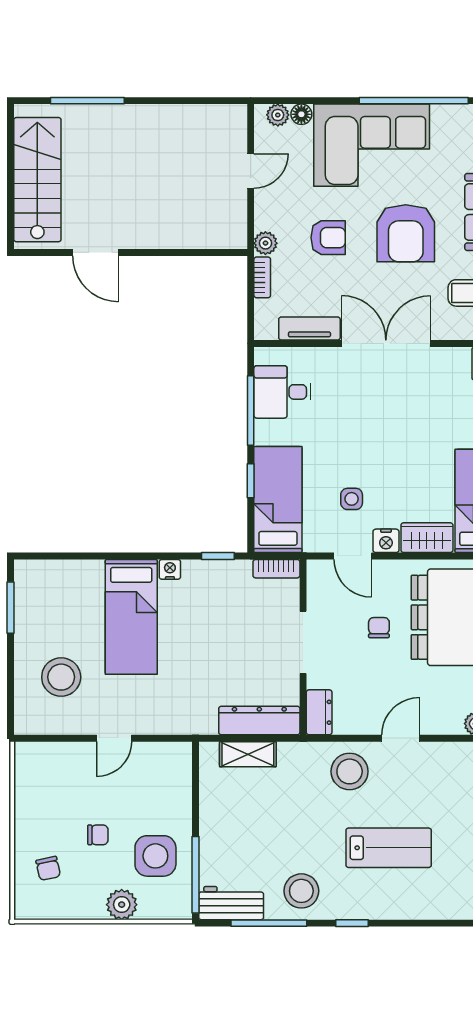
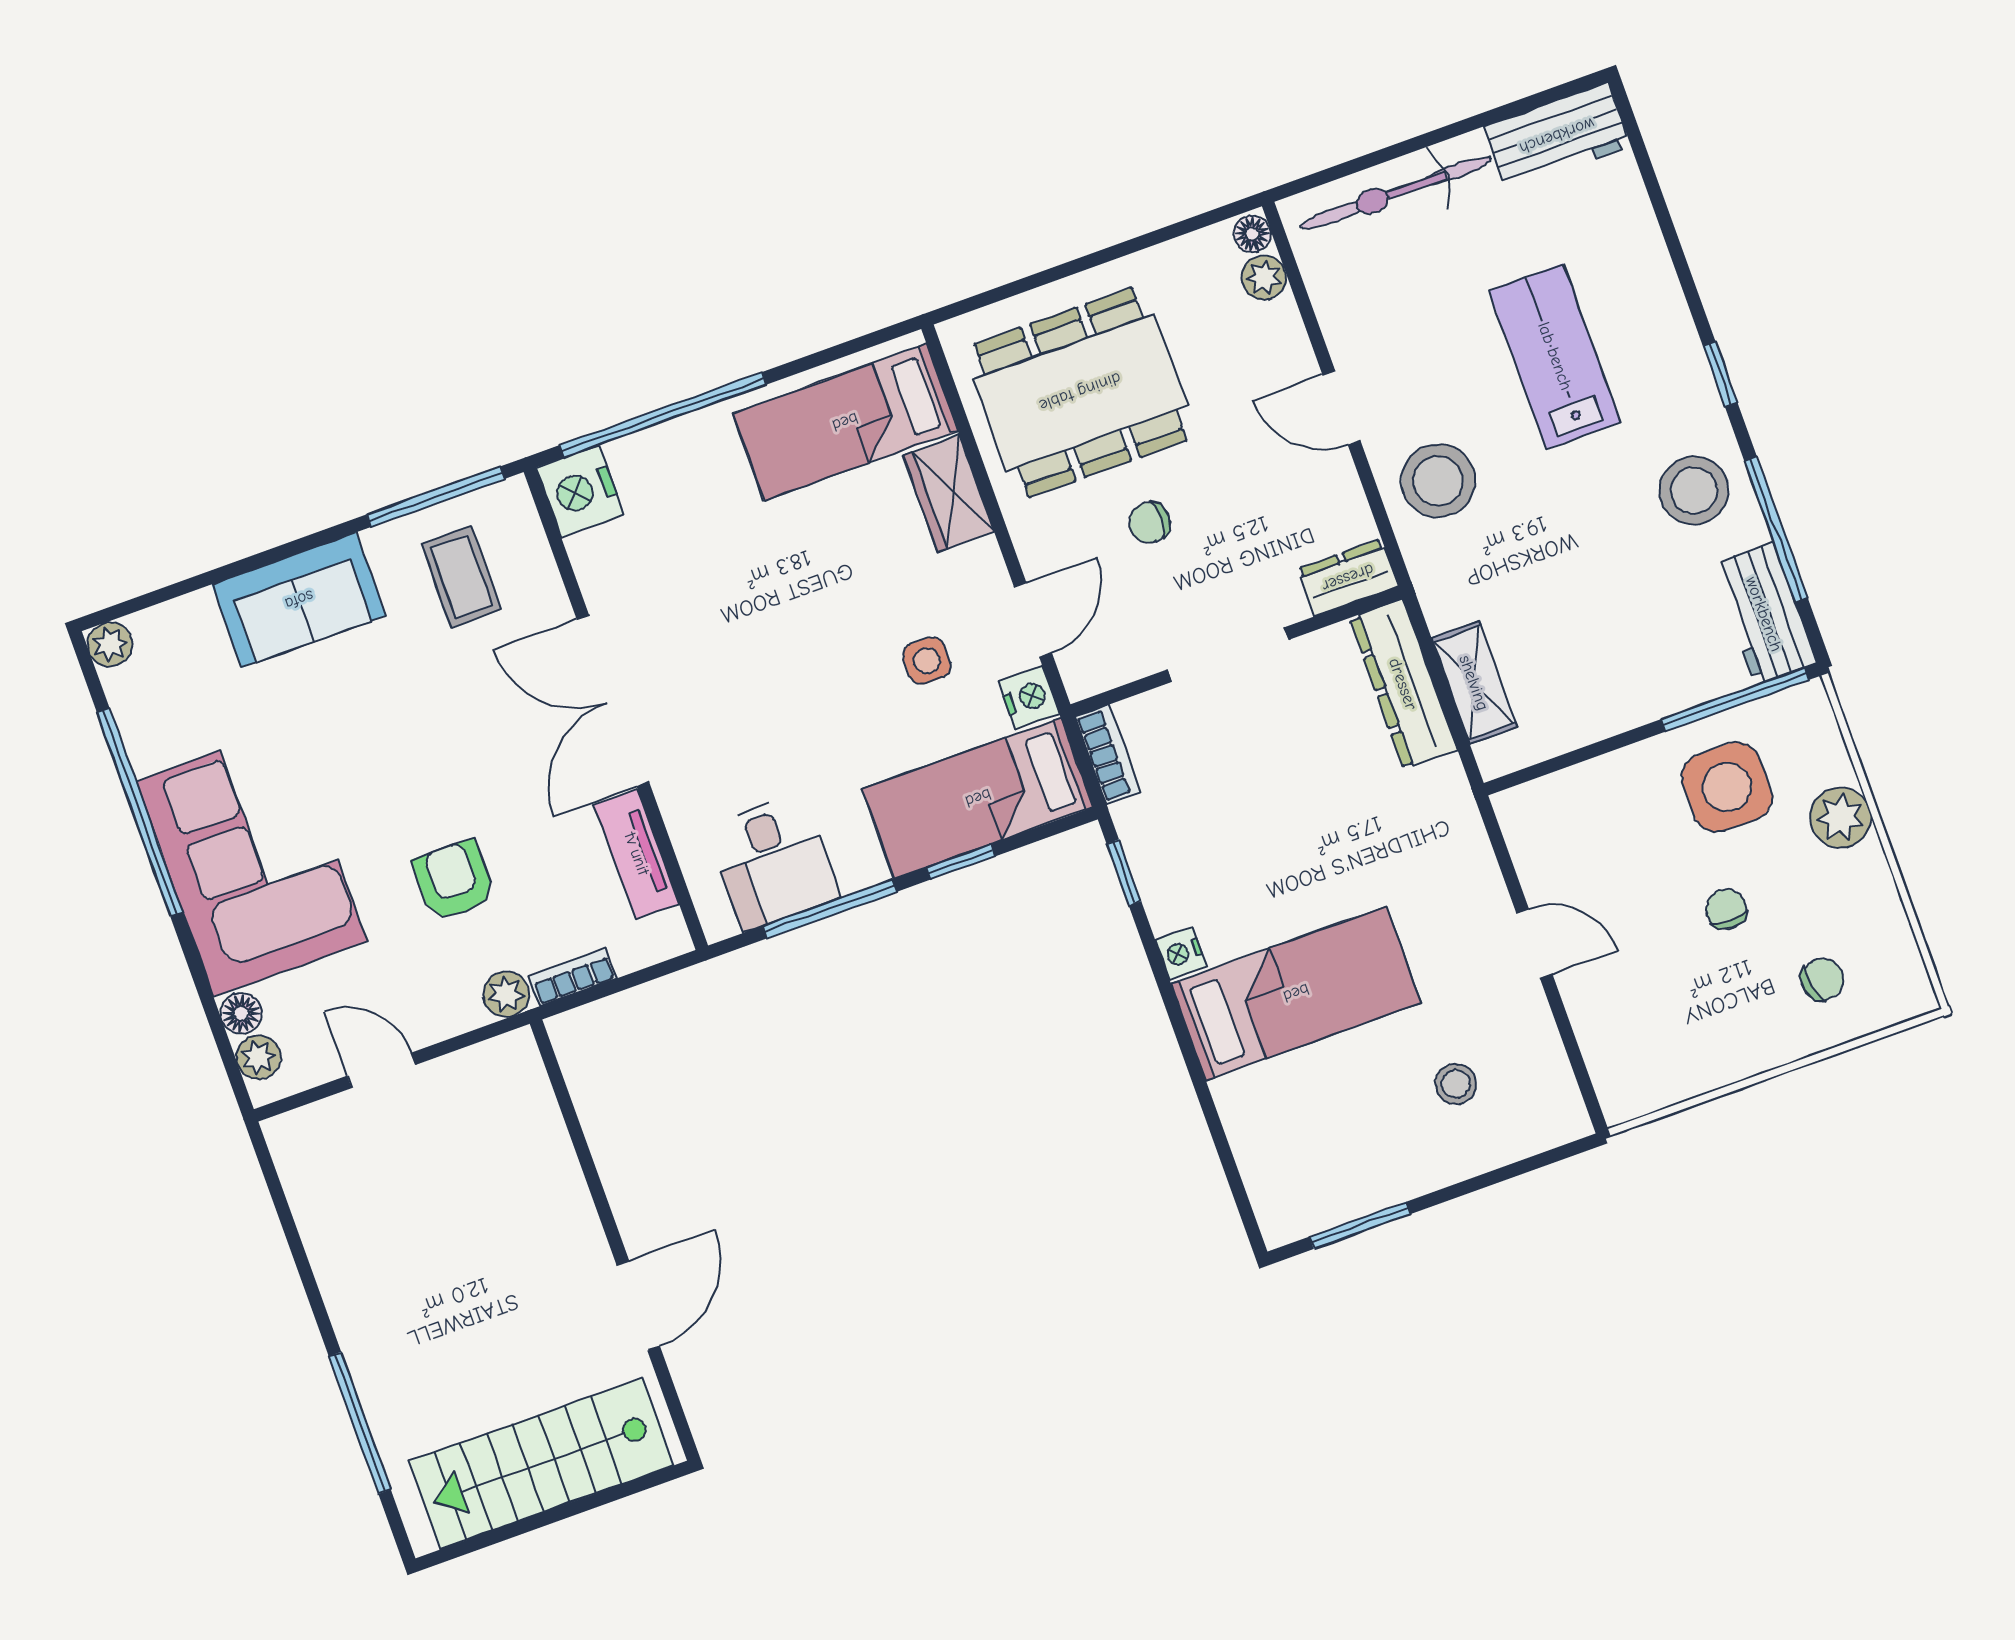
armchair: (406, 233) -> (394, 738), removed
nightstand: (386, 541) -> (1029, 697), moved
stool: (61, 677) -> (1456, 1084), width x0.53, depth x0.53

